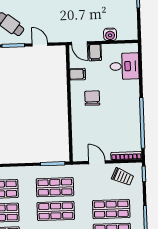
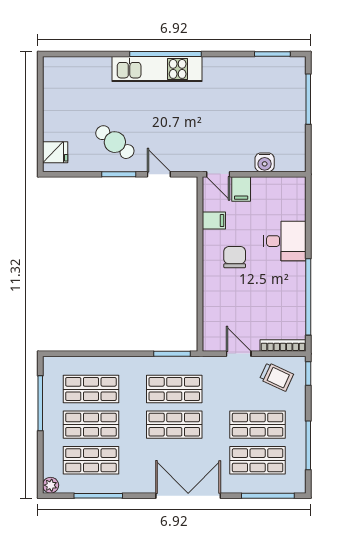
desk: (124, 66) -> (285, 241), moved

